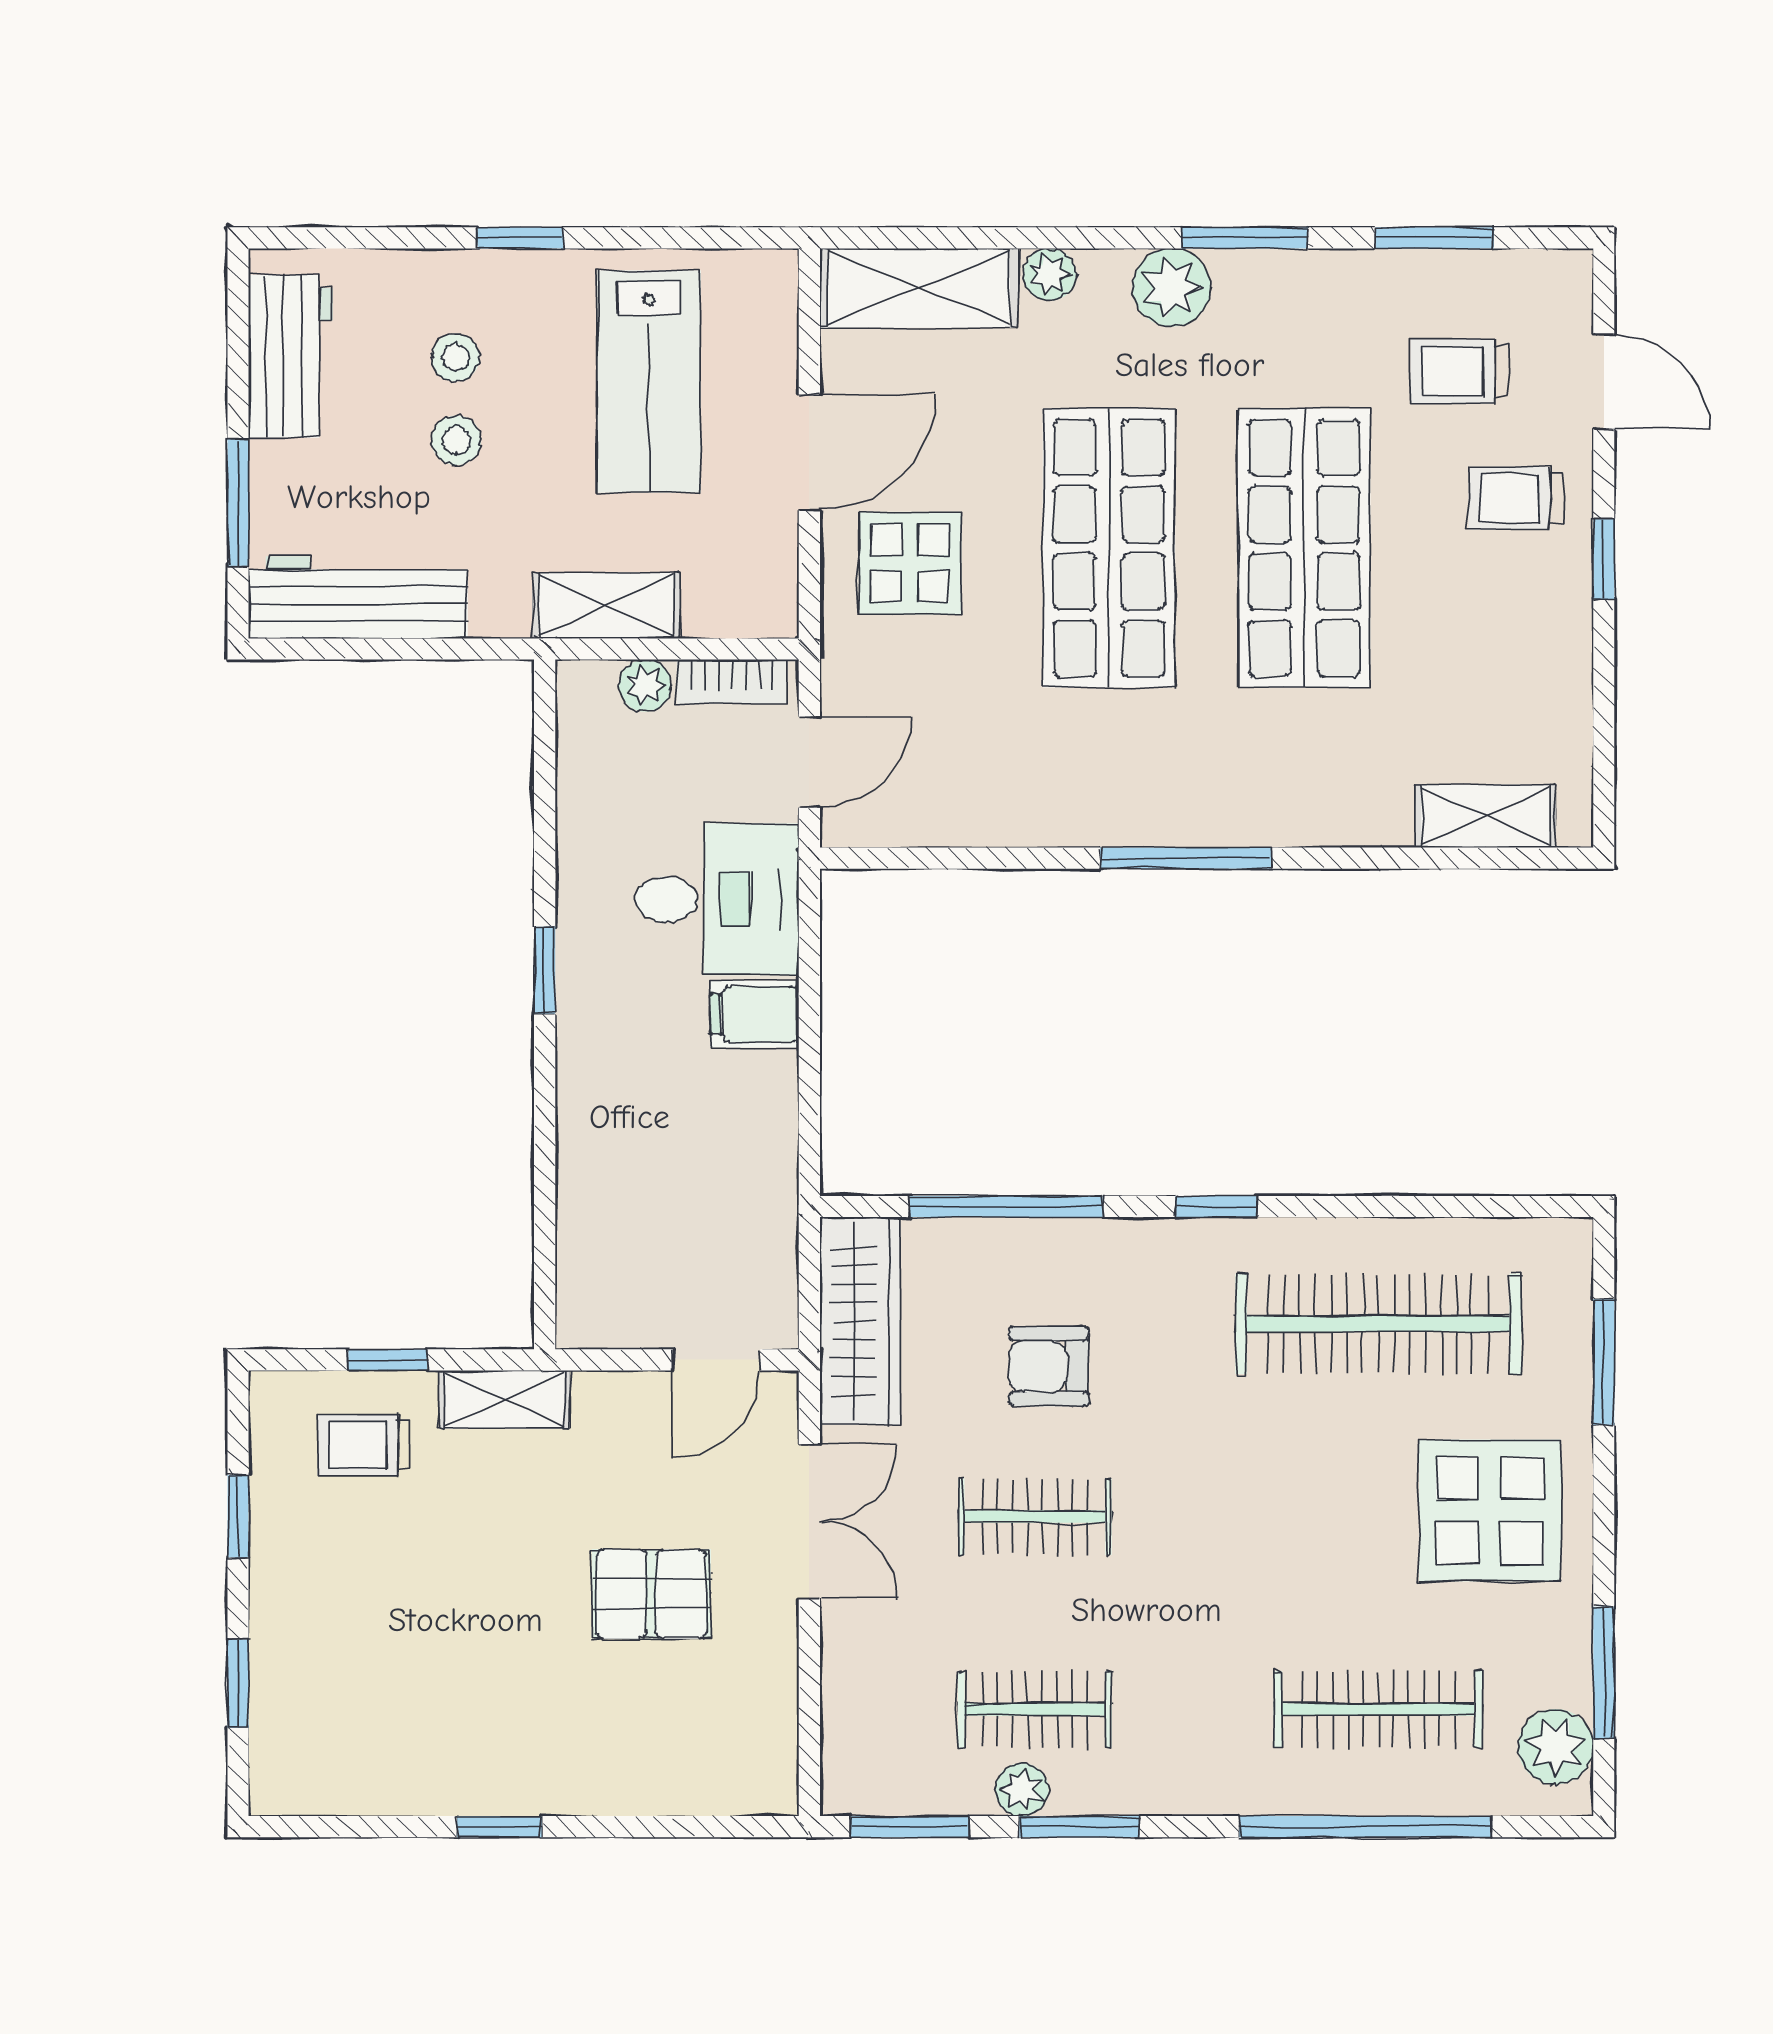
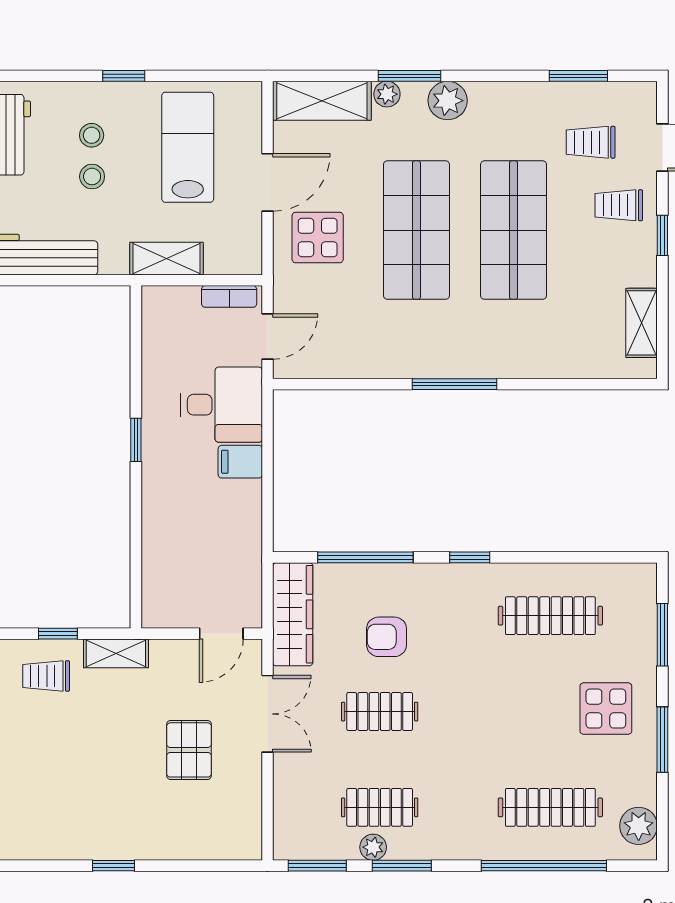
window: (1245, 238) -> (409, 76), moved
lab bench: (649, 381) -> (188, 147), turned 180
plant: (645, 686) -> (186, 298), removed
shelving: (1486, 816) -> (642, 323), moved, turned 90
clothes rail: (1378, 1324) -> (550, 616), width x0.73, depth x0.76
display table: (1490, 1511) -> (606, 709), width x0.73, depth x0.73
pallet: (651, 1594) -> (189, 750), turned 90
window: (1604, 1672) -> (662, 740), moved

